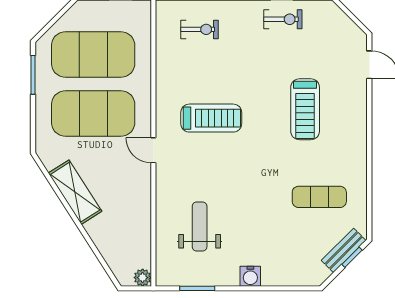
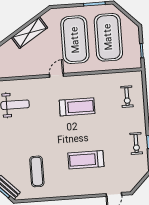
treadmill: (211, 118) -> (77, 107), turned -90

